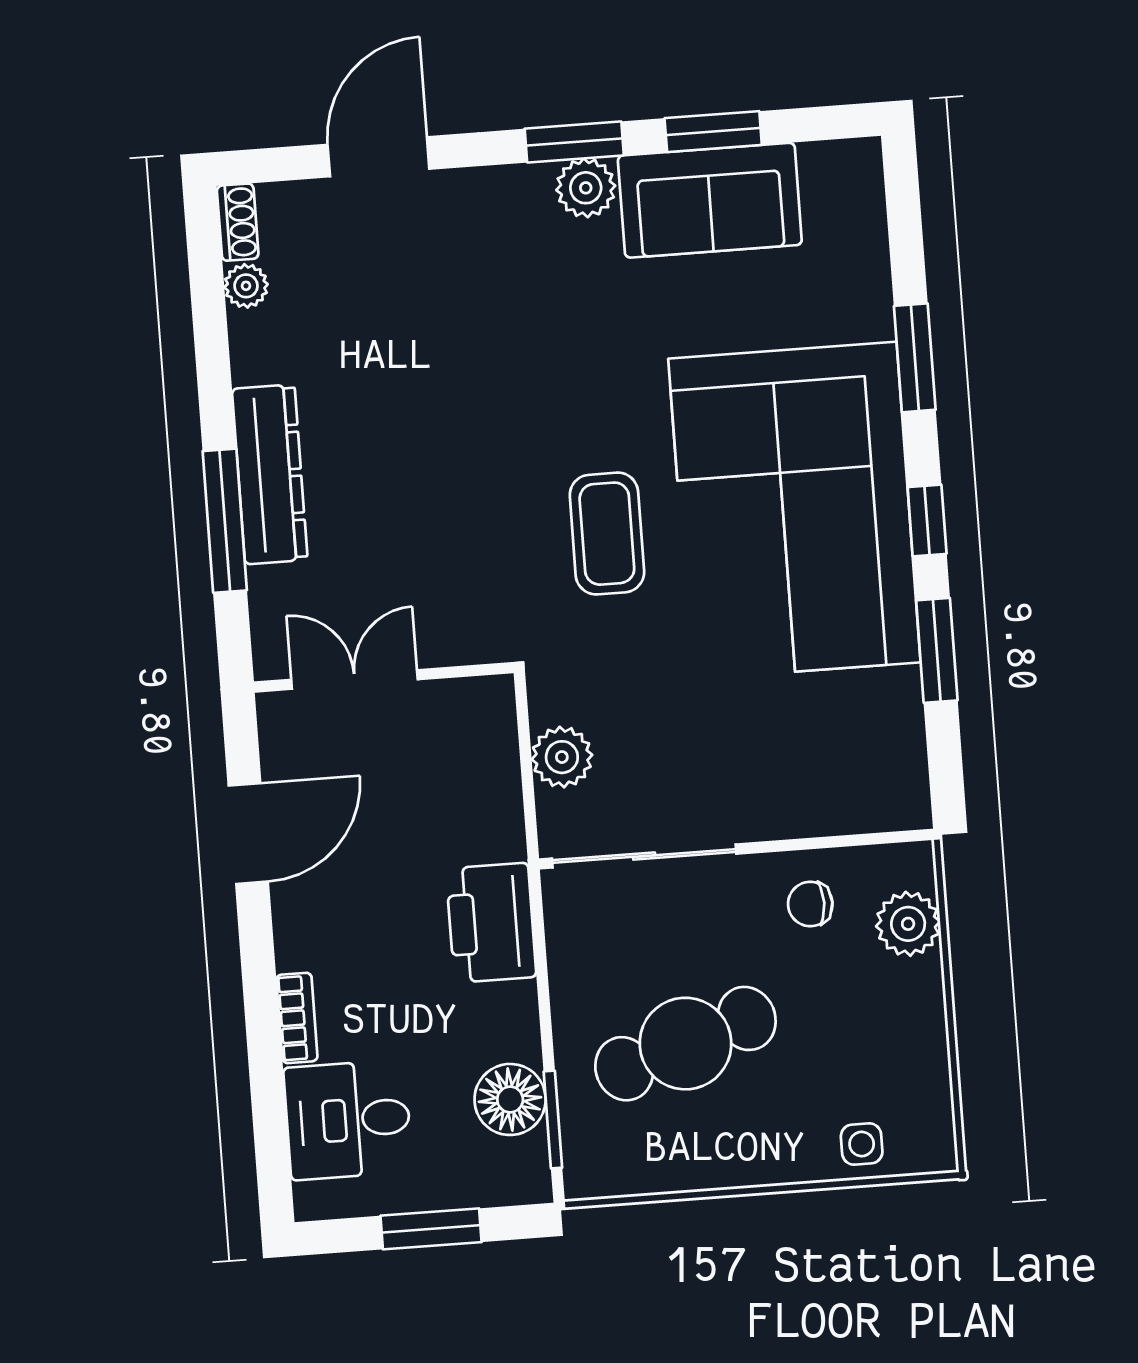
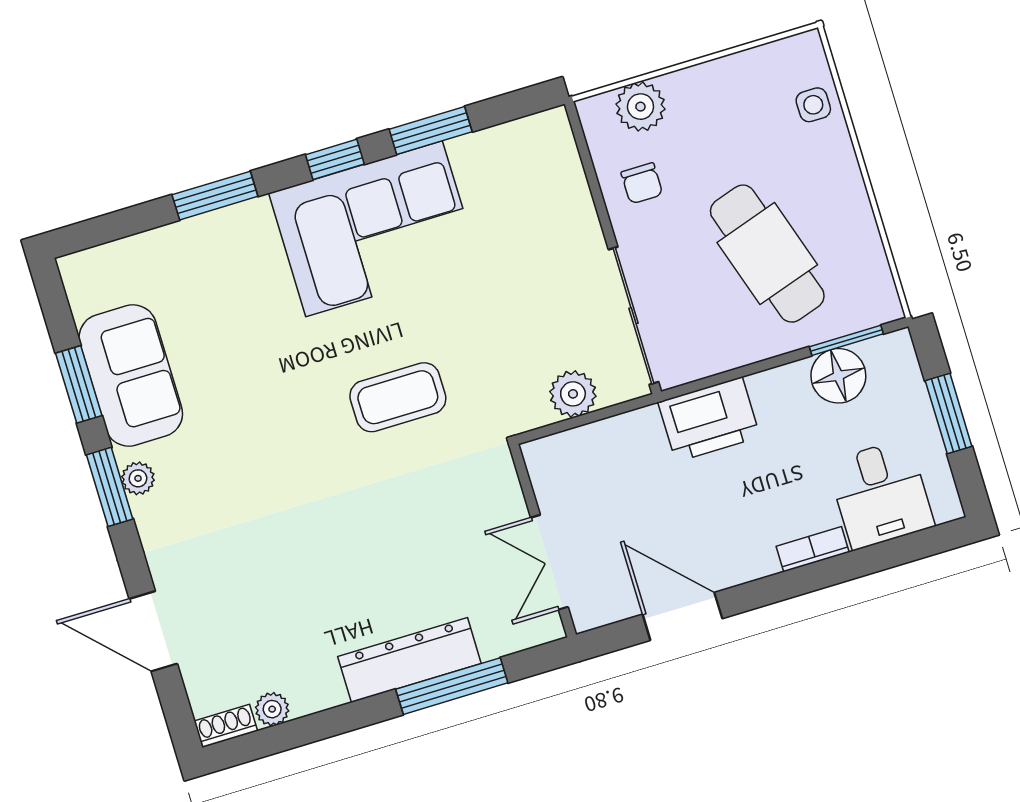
plant: (586, 188) -> (138, 478), width x0.73, depth x0.73
corner sofa: (794, 510) -> (374, 229), width x0.73, depth x0.74

